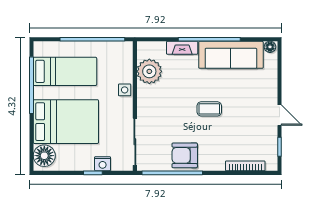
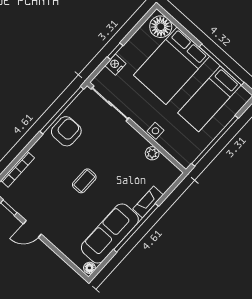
plant: (149, 71) -> (152, 153), width x0.53, depth x0.53

